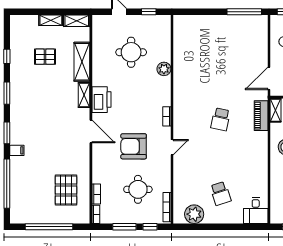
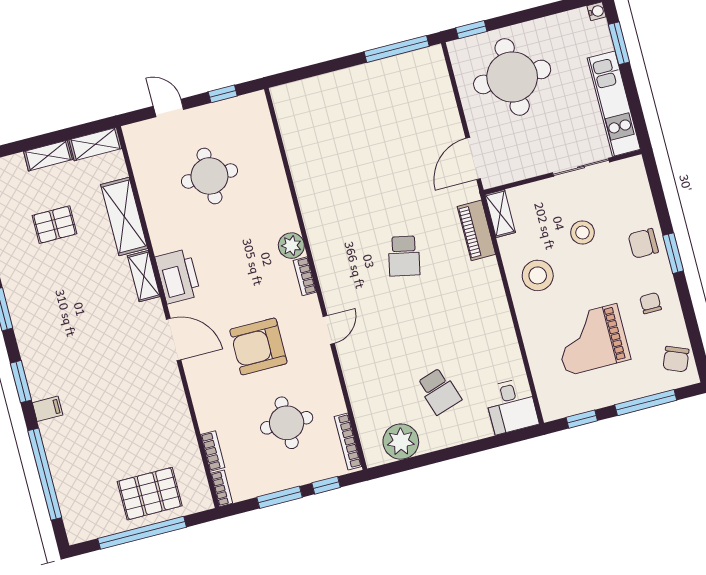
plant: (164, 69) -> (291, 246), moved
pallet: (66, 190) -> (150, 494), moved, turned 90

